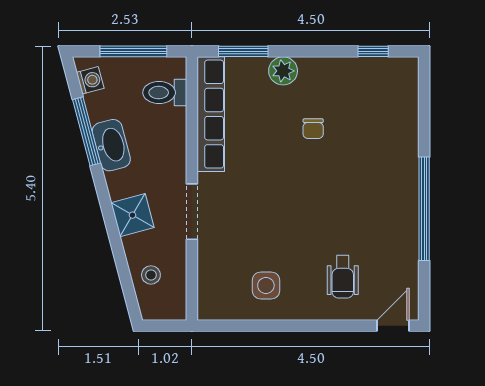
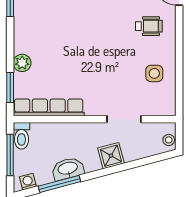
toilet: (165, 93) -> (21, 136), moved
chair: (313, 129) -> (58, 44), removed
doorway: (192, 212) -> (124, 119), moved
stool: (151, 275) -> (169, 140), moved

